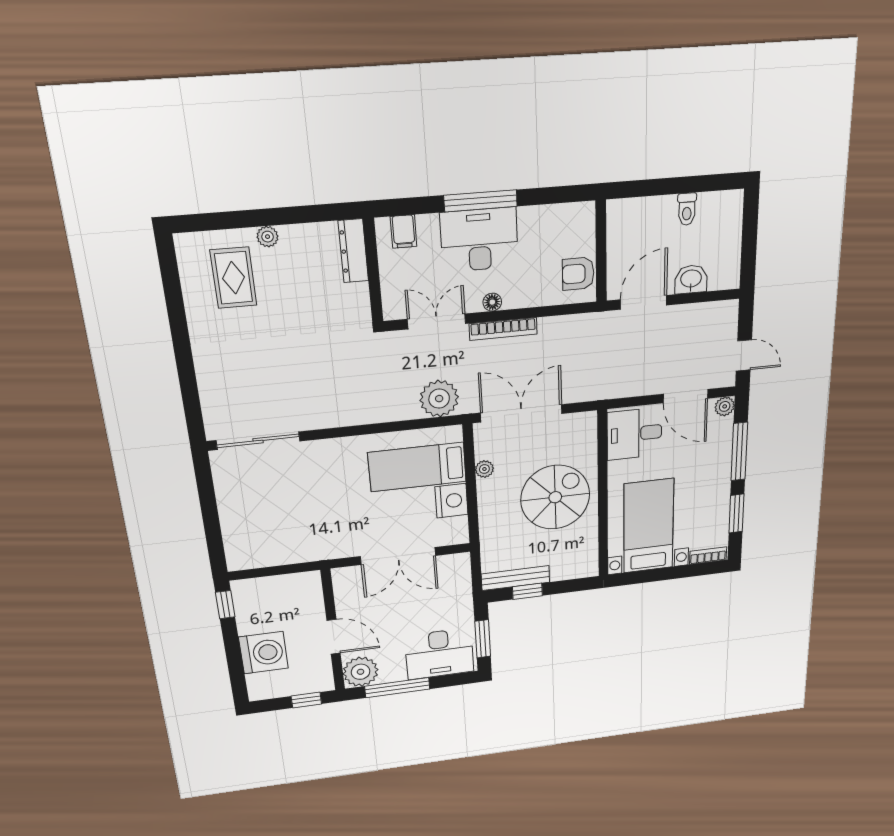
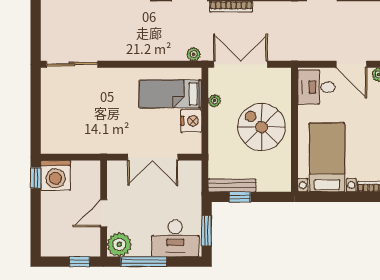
plant: (439, 399) -> (194, 54), width x0.53, depth x0.53
spiral stairs: (555, 497) -> (262, 127), turned -90
door: (334, 637) -> (104, 213), swing flipped
washing machine: (263, 653) -> (56, 175), moved, turned 90

